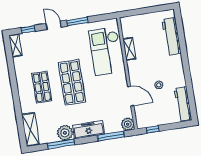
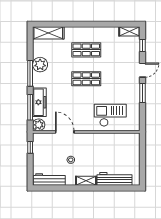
shelving: (129, 49) -> (86, 181), moved
checkout: (106, 51) -> (110, 115), width x0.73, depth x0.83
shop shelf: (72, 82) -> (86, 79), width x0.70, depth x0.74
door: (131, 96) -> (65, 132), swing flipped
freezer: (89, 130) -> (39, 102), moved
window: (61, 144) -> (30, 73), moved

